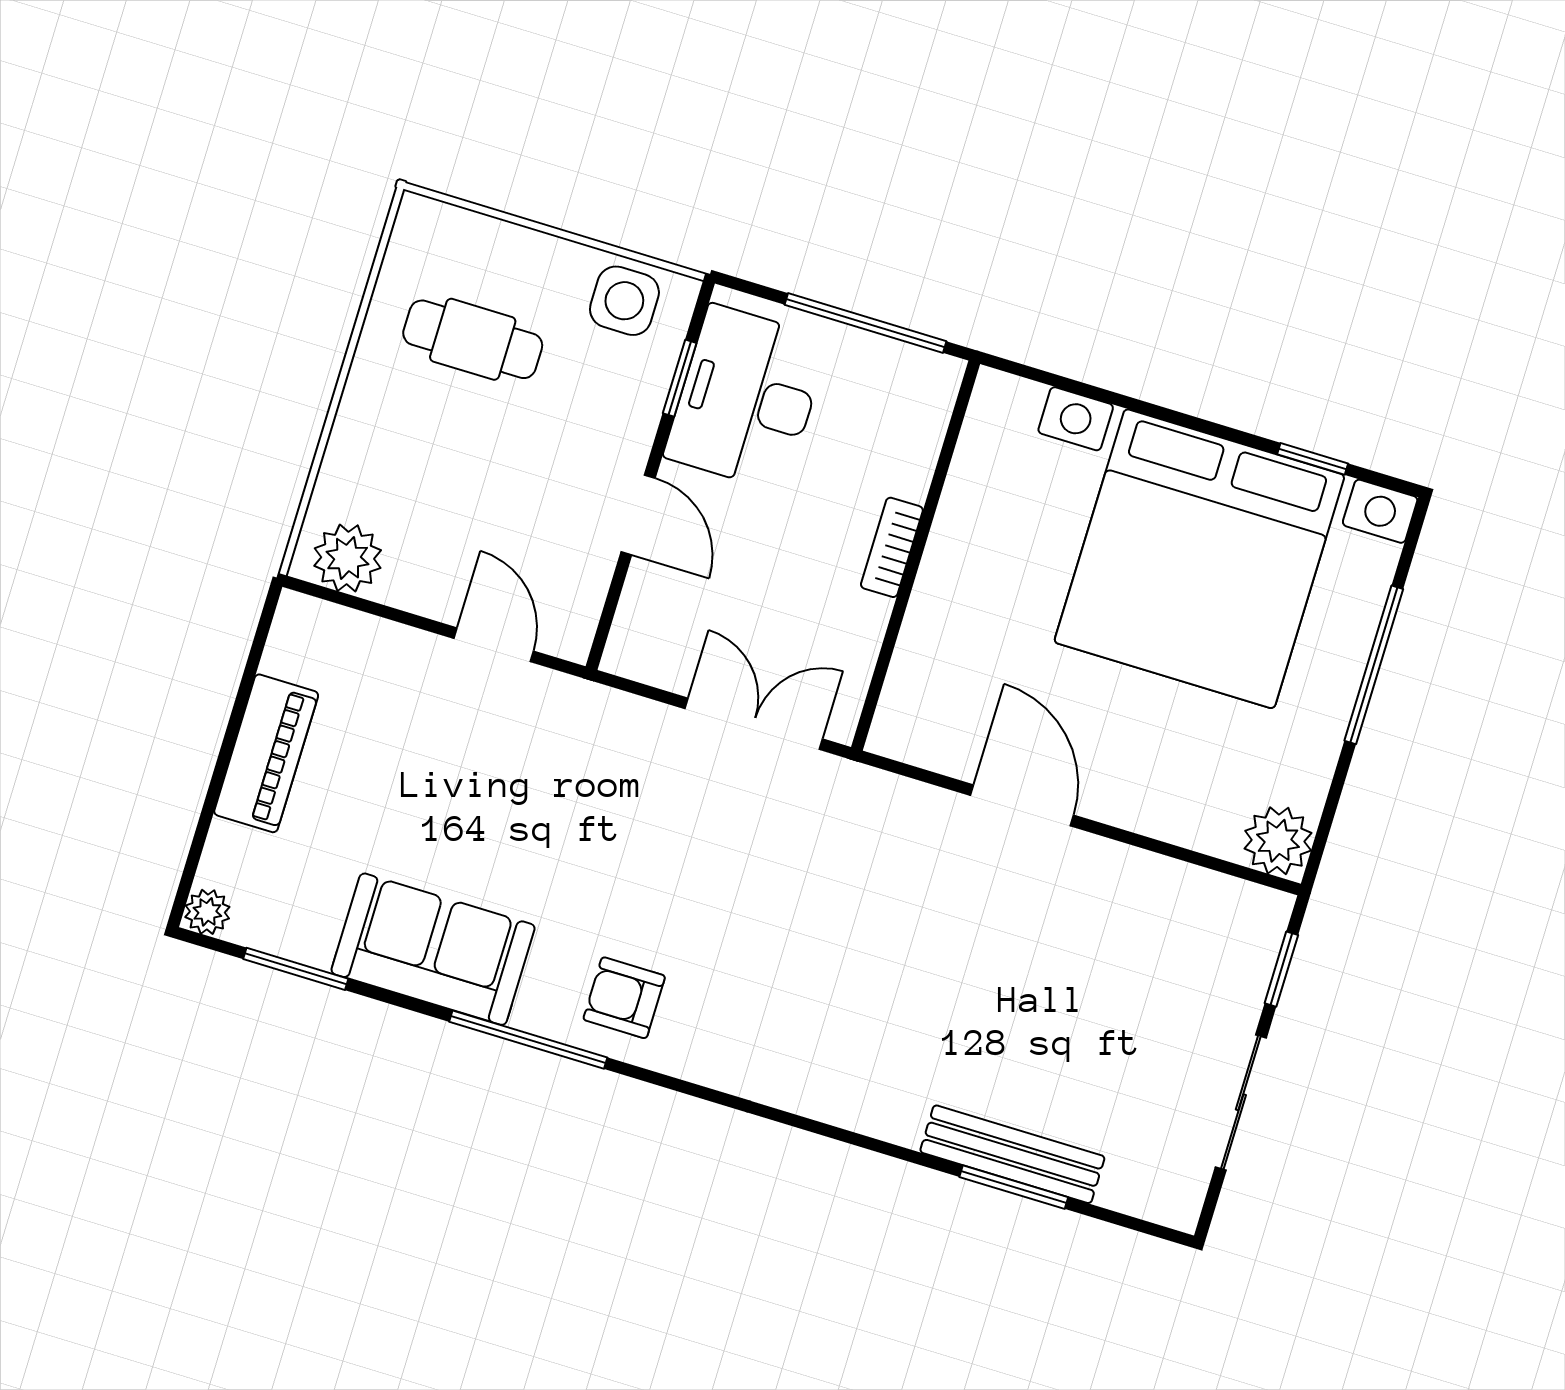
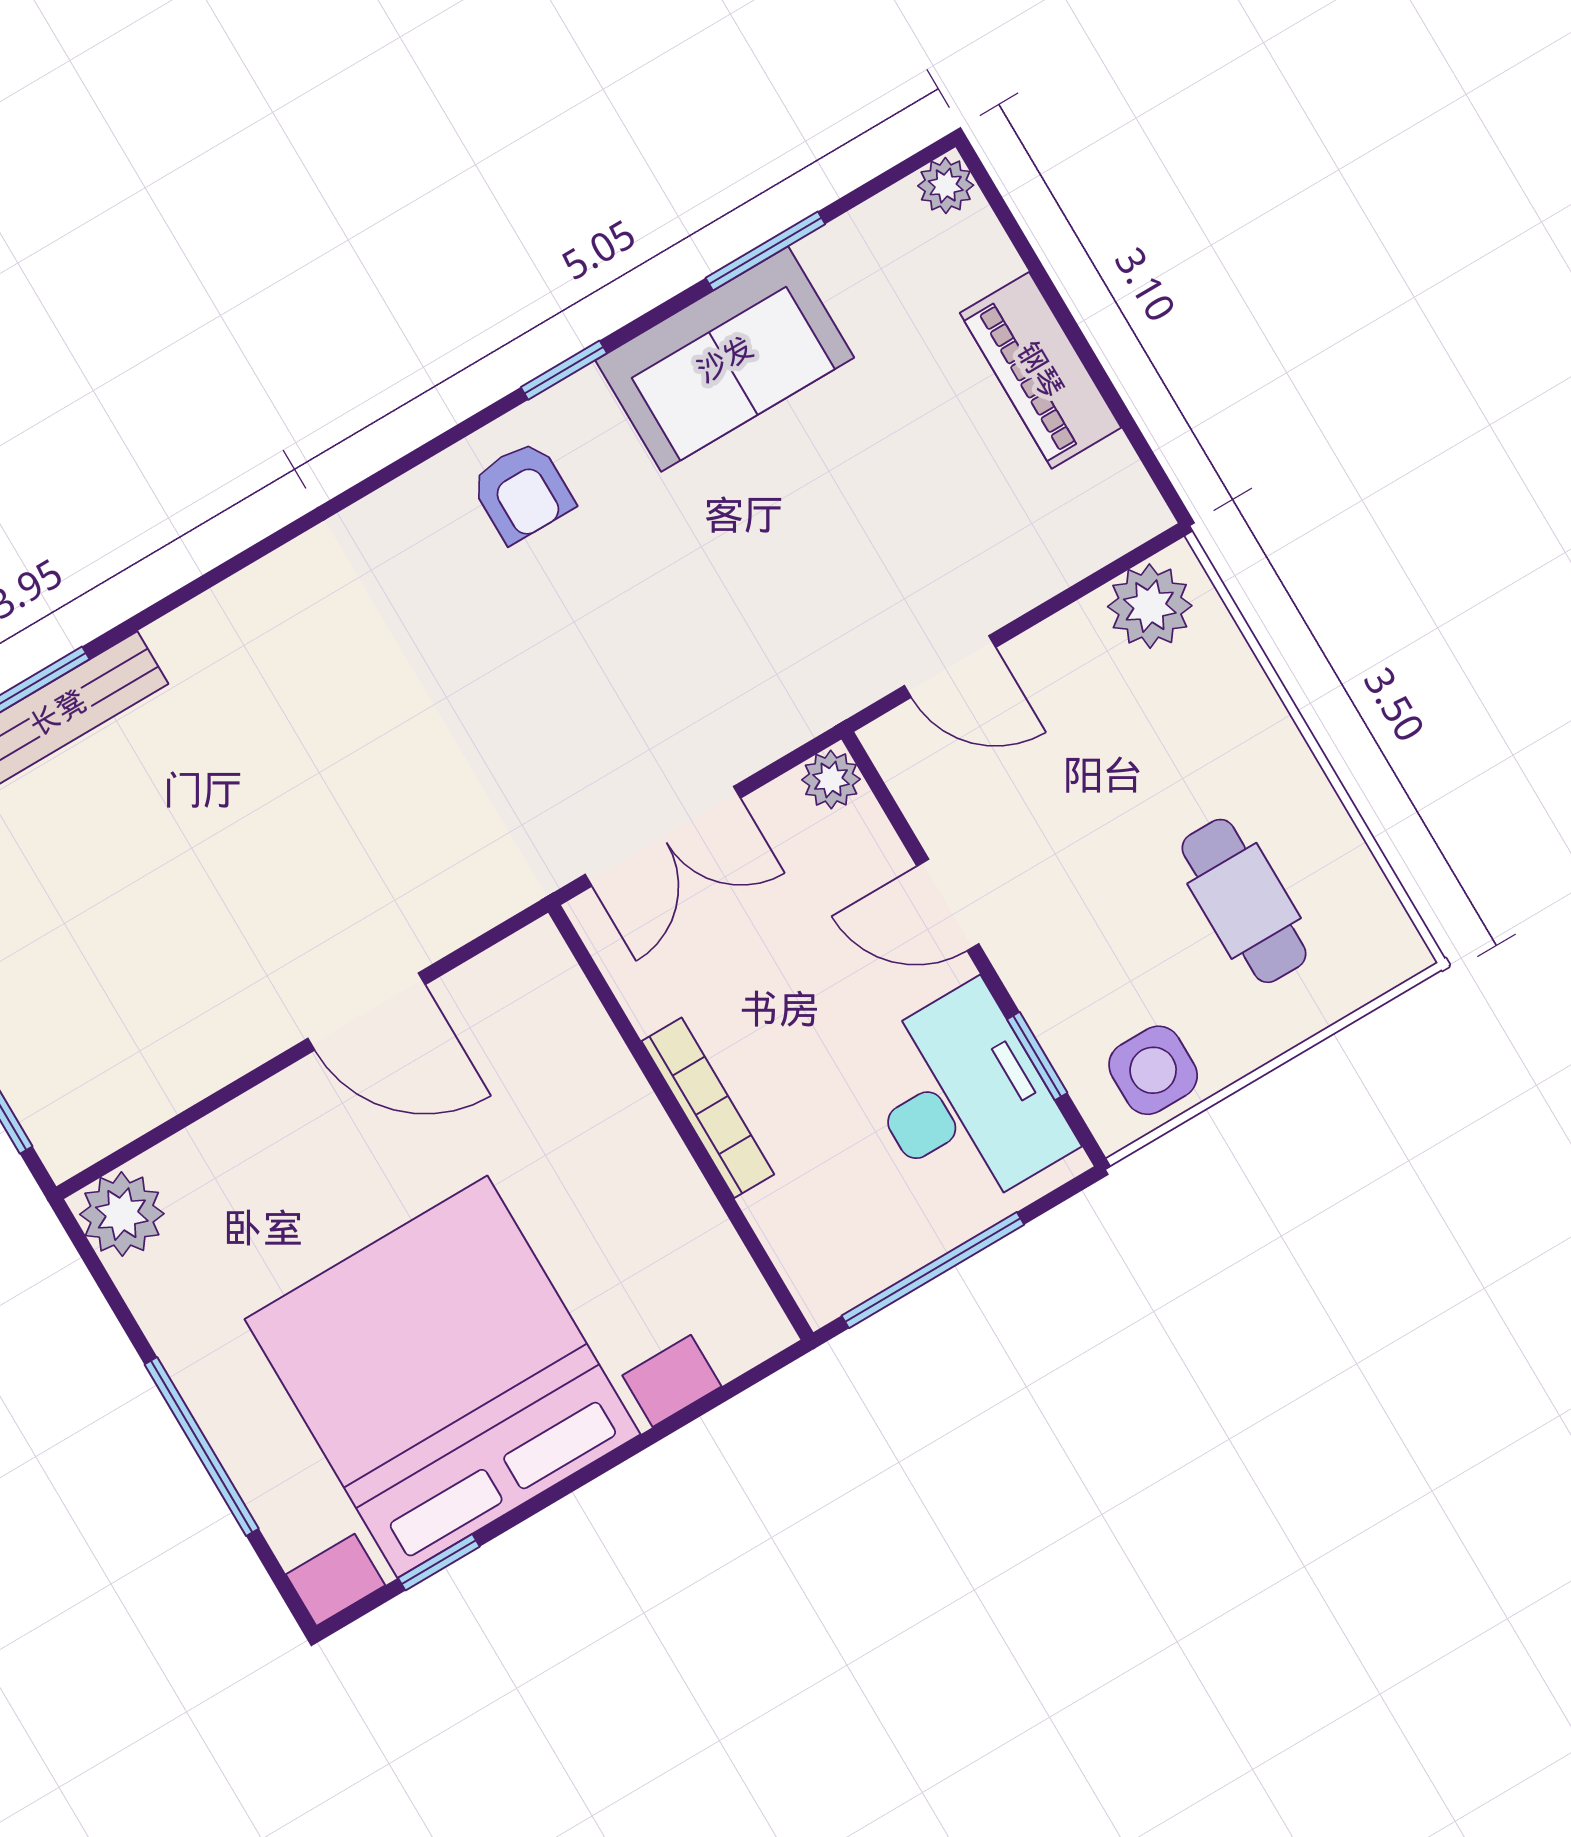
cafe table: (473, 339) -> (1244, 901), turned 90
bookcase: (892, 547) -> (708, 1108), width x1.56
plant: (627, 654) -> (831, 780), added
window: (296, 969) -> (765, 251), moved
armchair: (624, 998) -> (522, 492), turned 90
window: (528, 1040) -> (564, 370), width x0.46

